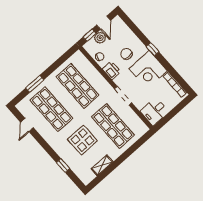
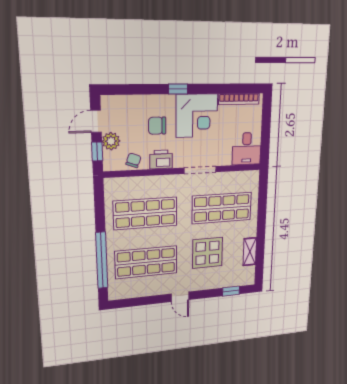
door: (104, 23) -> (96, 121), swing flipped
window: (35, 84) -> (102, 260), width x2.11
door: (27, 125) -> (180, 297), moved
window: (63, 166) -> (231, 291), moved

